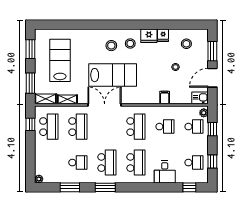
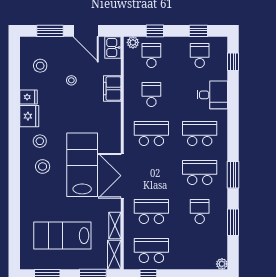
filing cabinet: (165, 97) -> (112, 89), width x2.00

